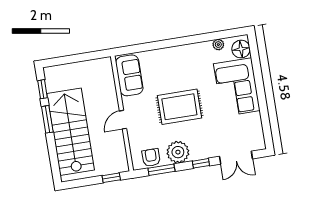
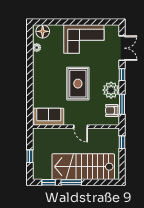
window: (73, 59) -> (30, 156), added
corner sofa: (237, 87) -> (84, 39), moved

